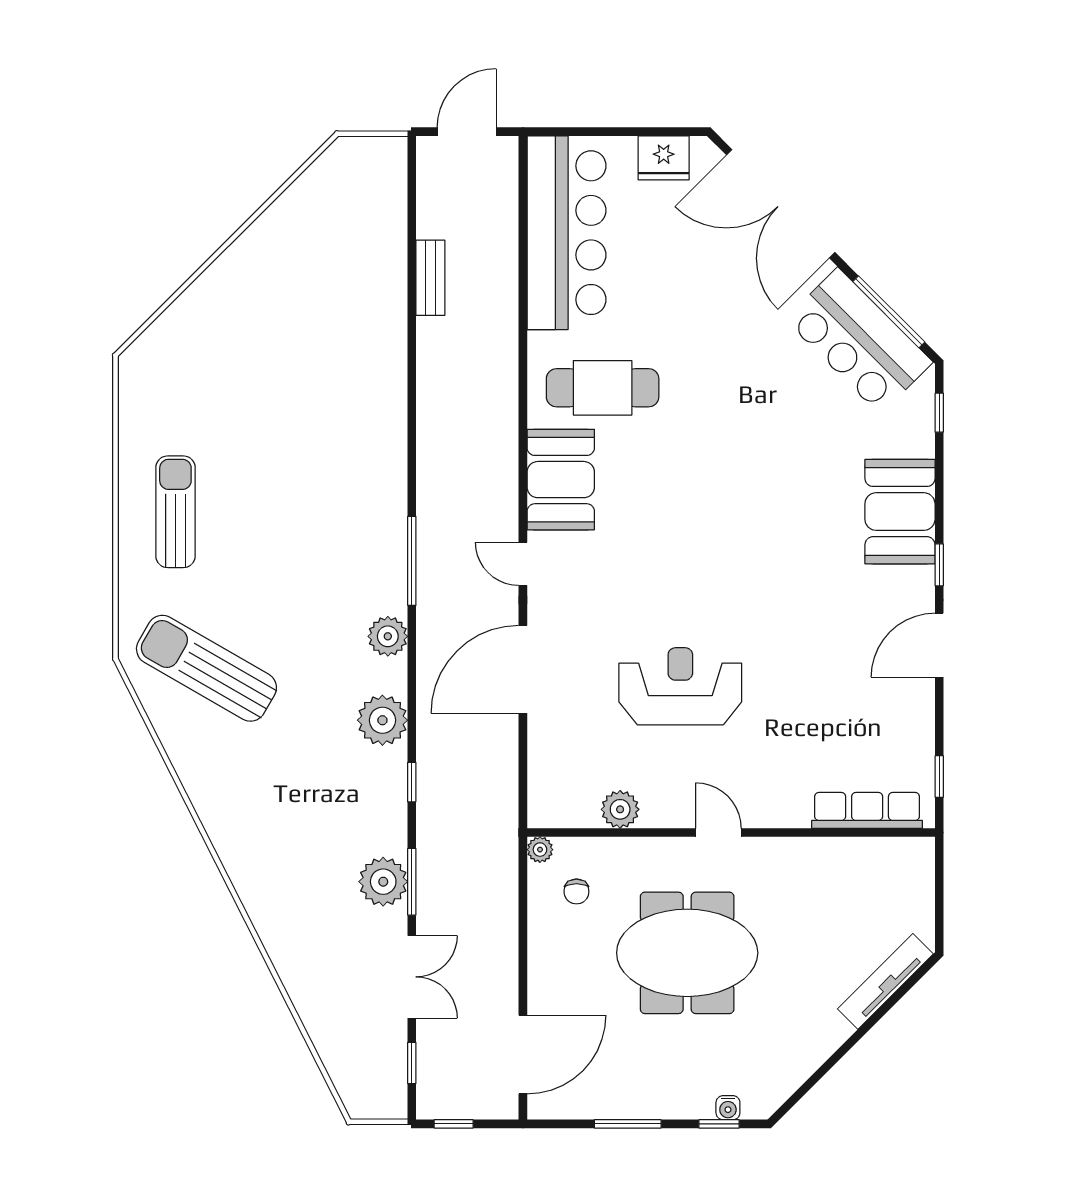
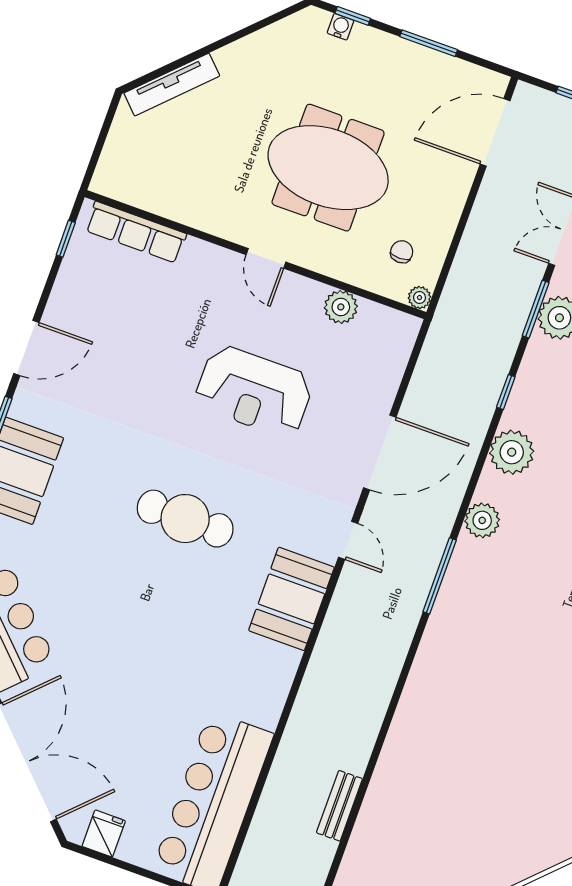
fridge: (664, 158) -> (104, 834), width x0.72
cafe table: (603, 388) -> (185, 519), moved

